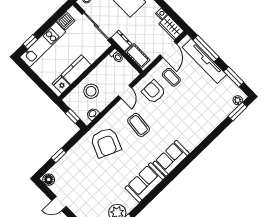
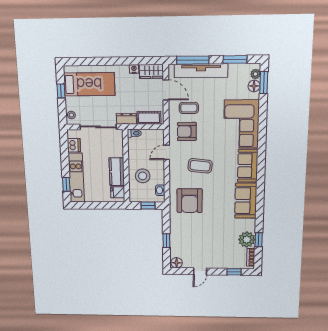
door: (125, 92) -> (167, 152), swing flipped
floor lamp: (229, 107) -> (254, 86), added
corner sofa: (195, 125) -> (241, 124), added
armchair: (106, 143) -> (190, 201), turned 67

